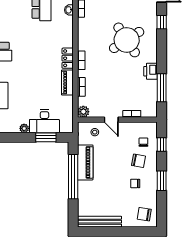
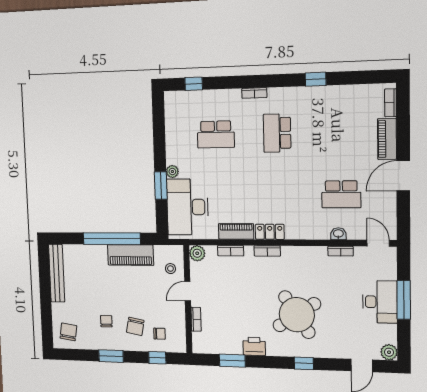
window: (162, 22) -> (304, 363), moved
window: (162, 88) -> (232, 361), width x0.69
desk: (44, 121) -> (188, 207), width x1.36, depth x1.30
window: (46, 137) -> (161, 186), moved

